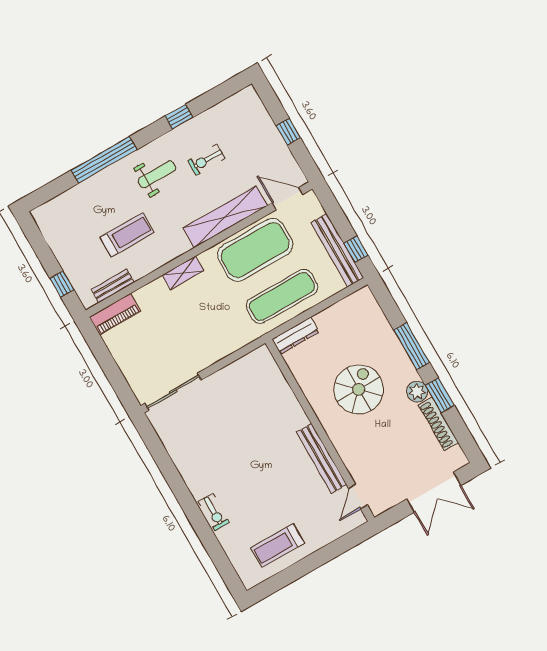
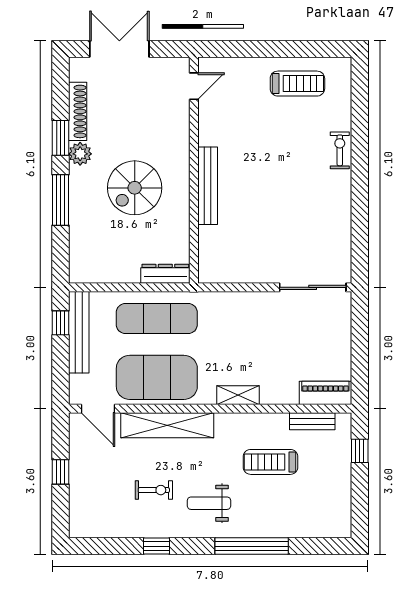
bench: (322, 458) -> (208, 186), moved

